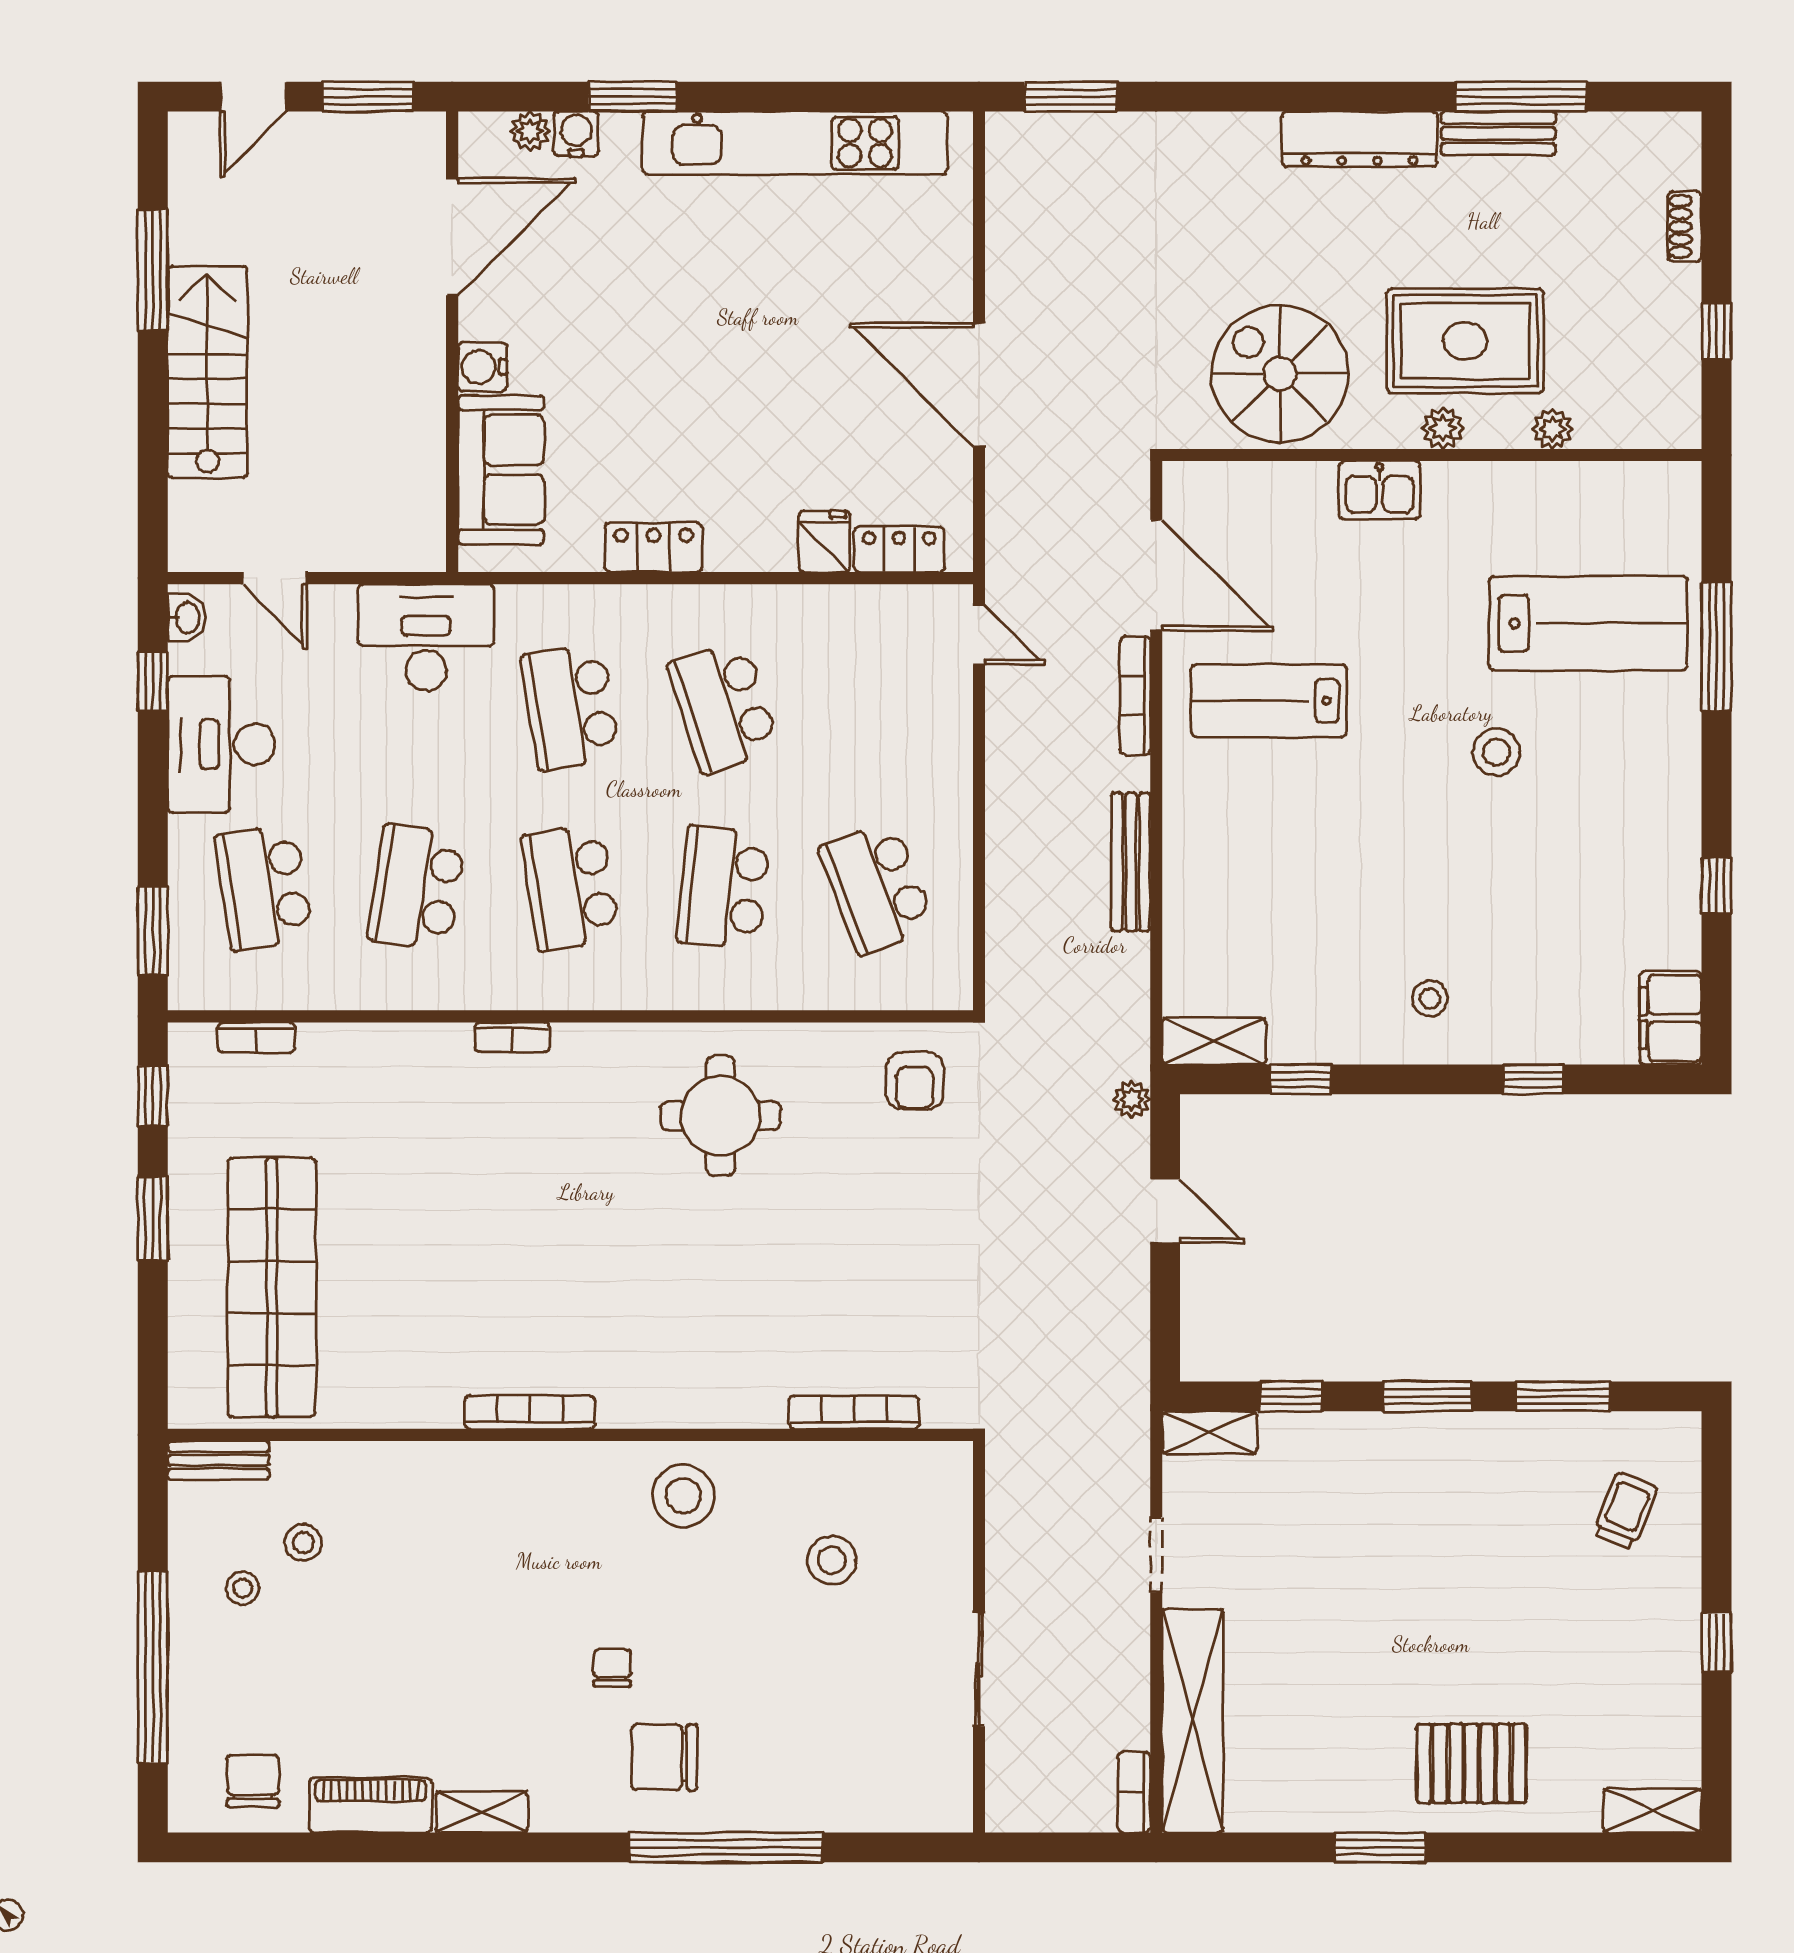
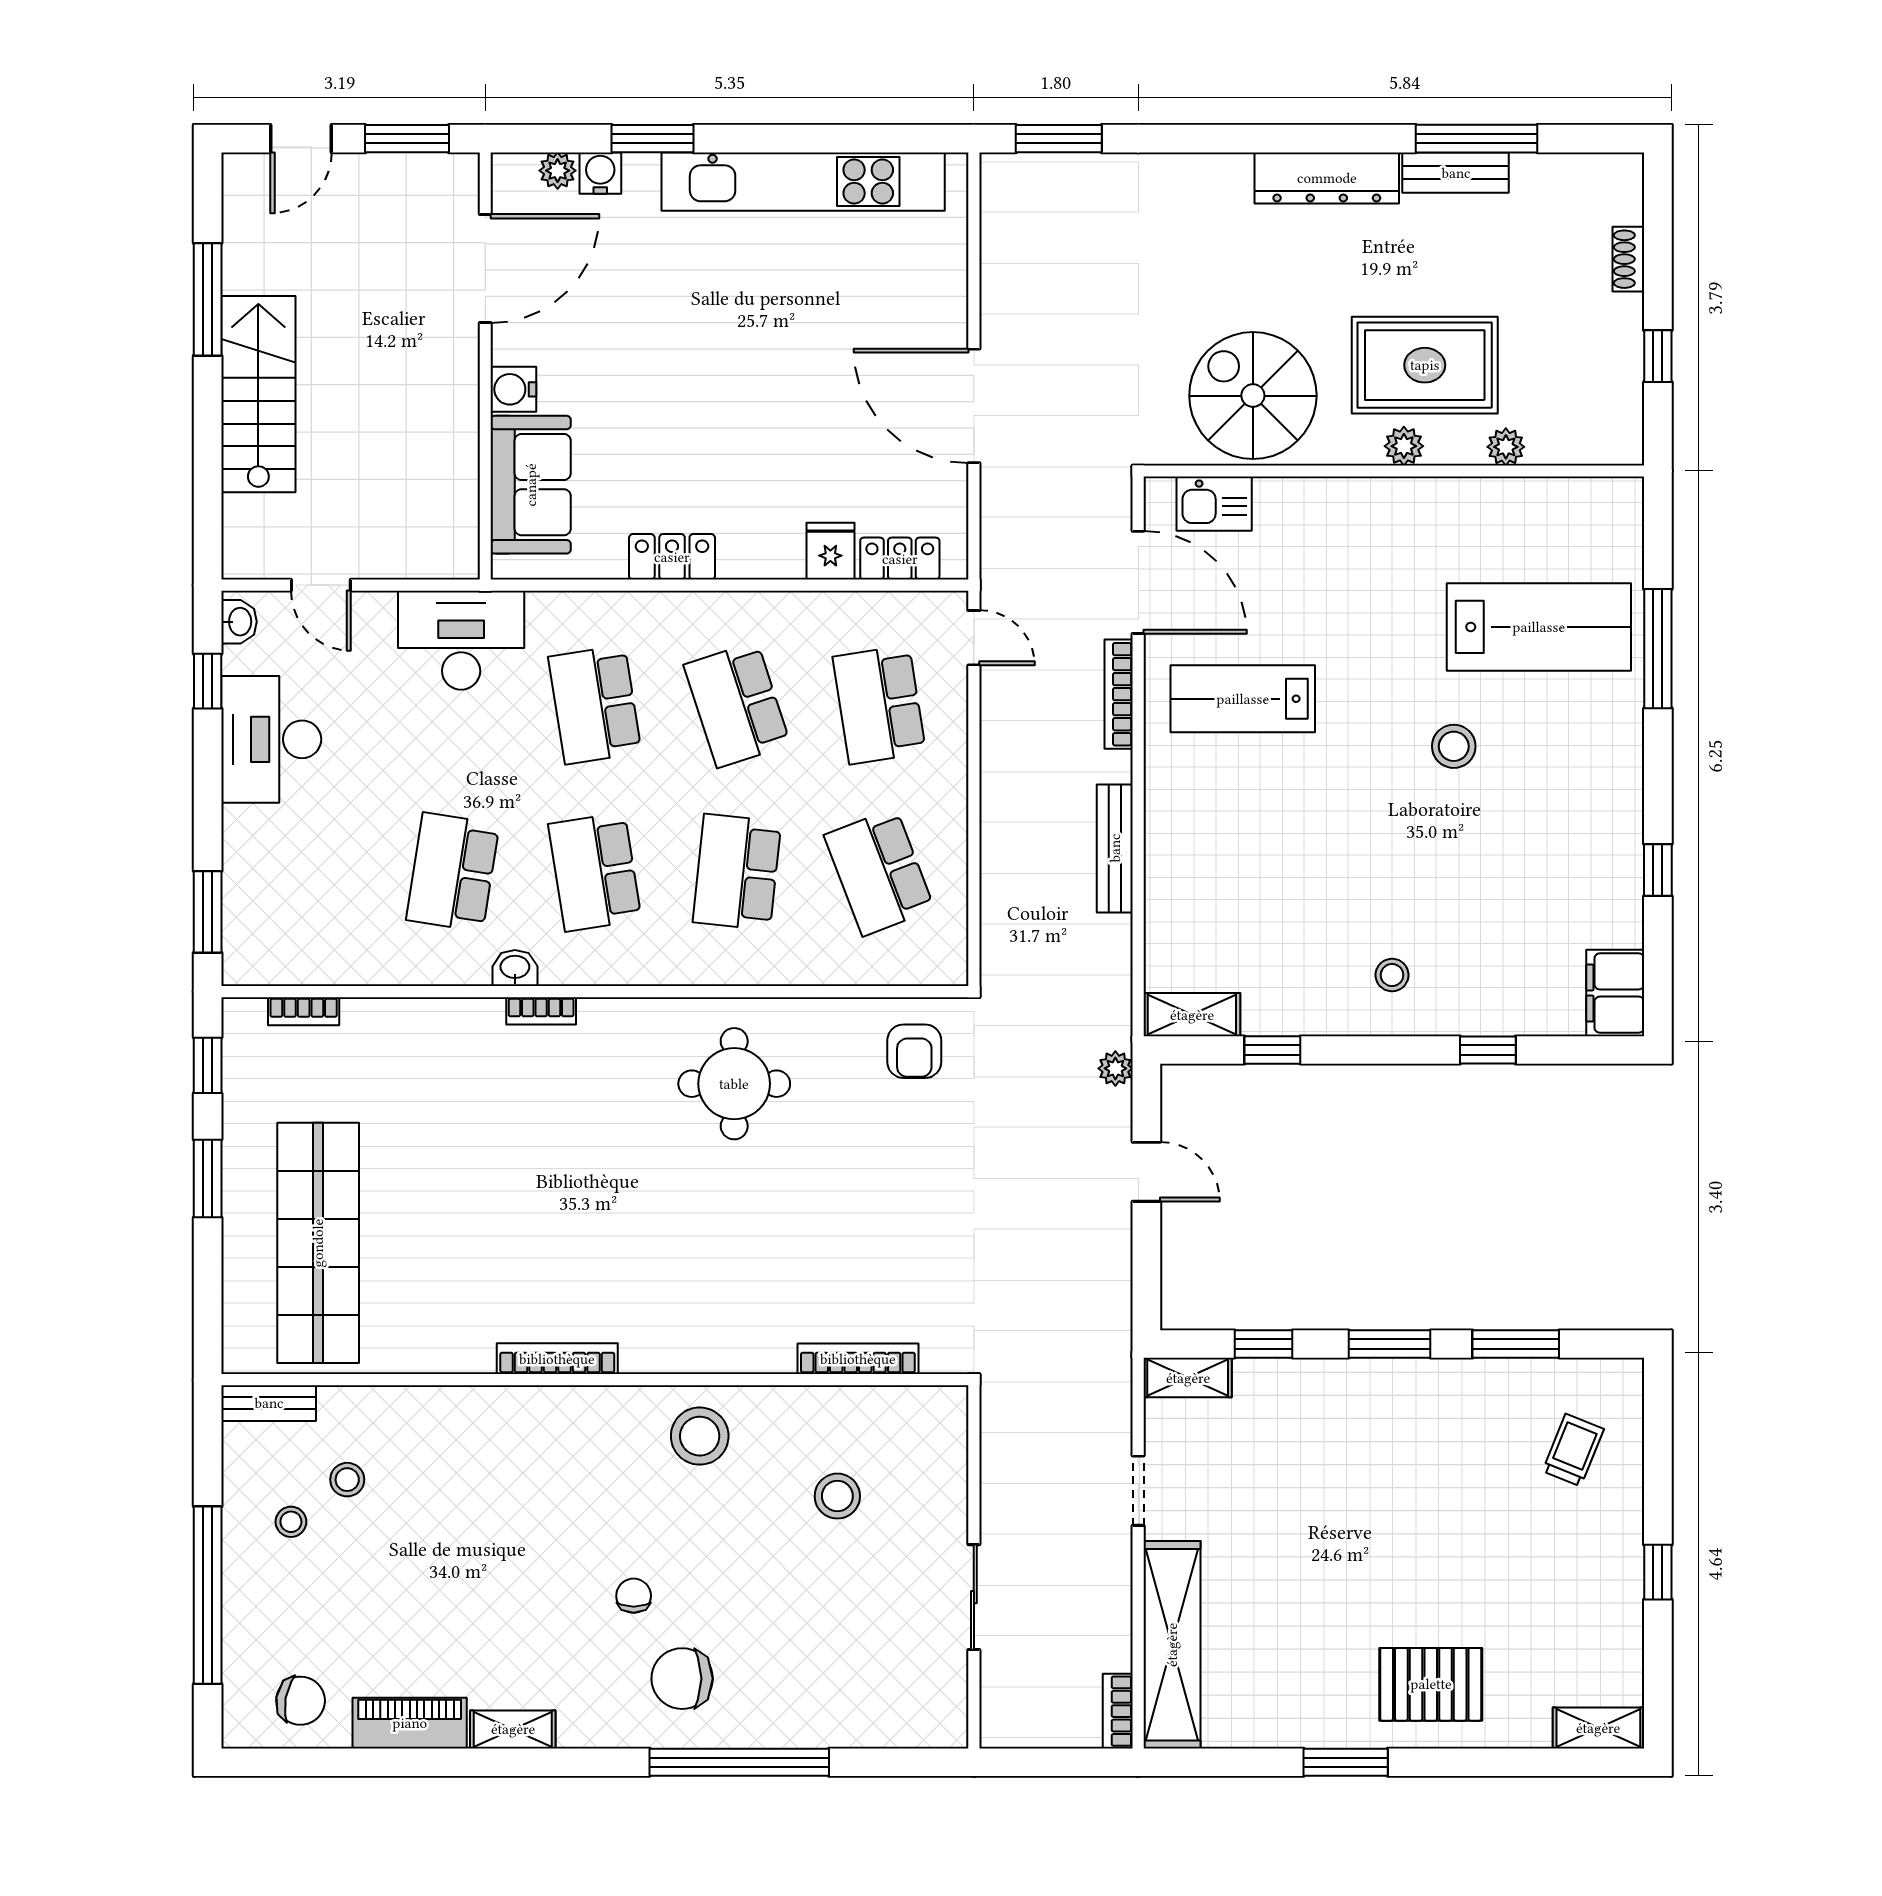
kitchen sink: (1379, 490) -> (1214, 504), moved
school desk: (264, 887) -> (879, 705), moved
washbasin: (484, 991) -> (515, 968), added
chair: (253, 1781) -> (301, 1701), turned 100

